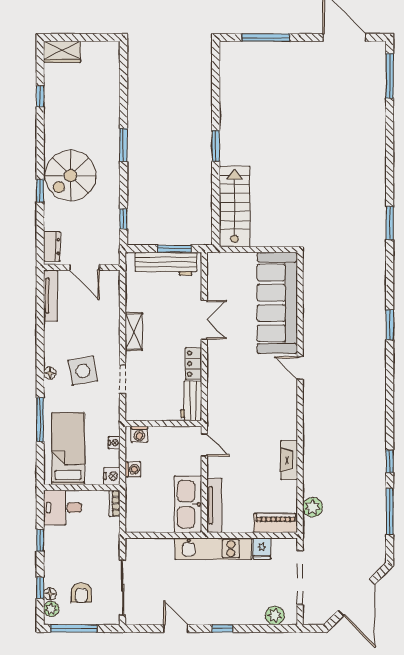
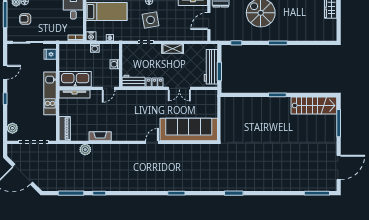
stairs: (235, 207) -> (314, 105), moved
washing machine: (139, 434) -> (115, 64), moved
plant: (313, 507) -> (85, 150), moved
fridge: (262, 549) -> (50, 54), moved

